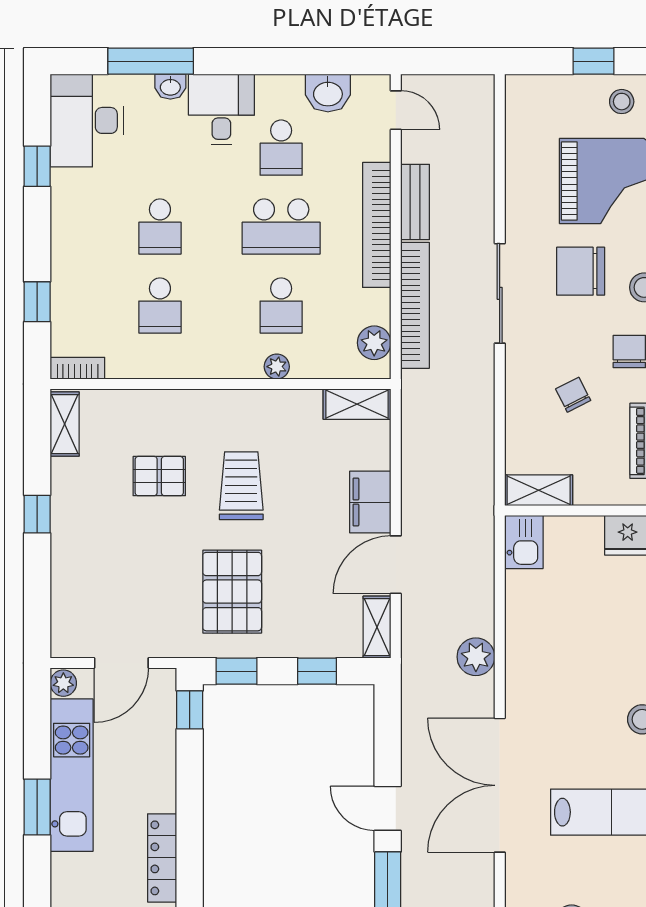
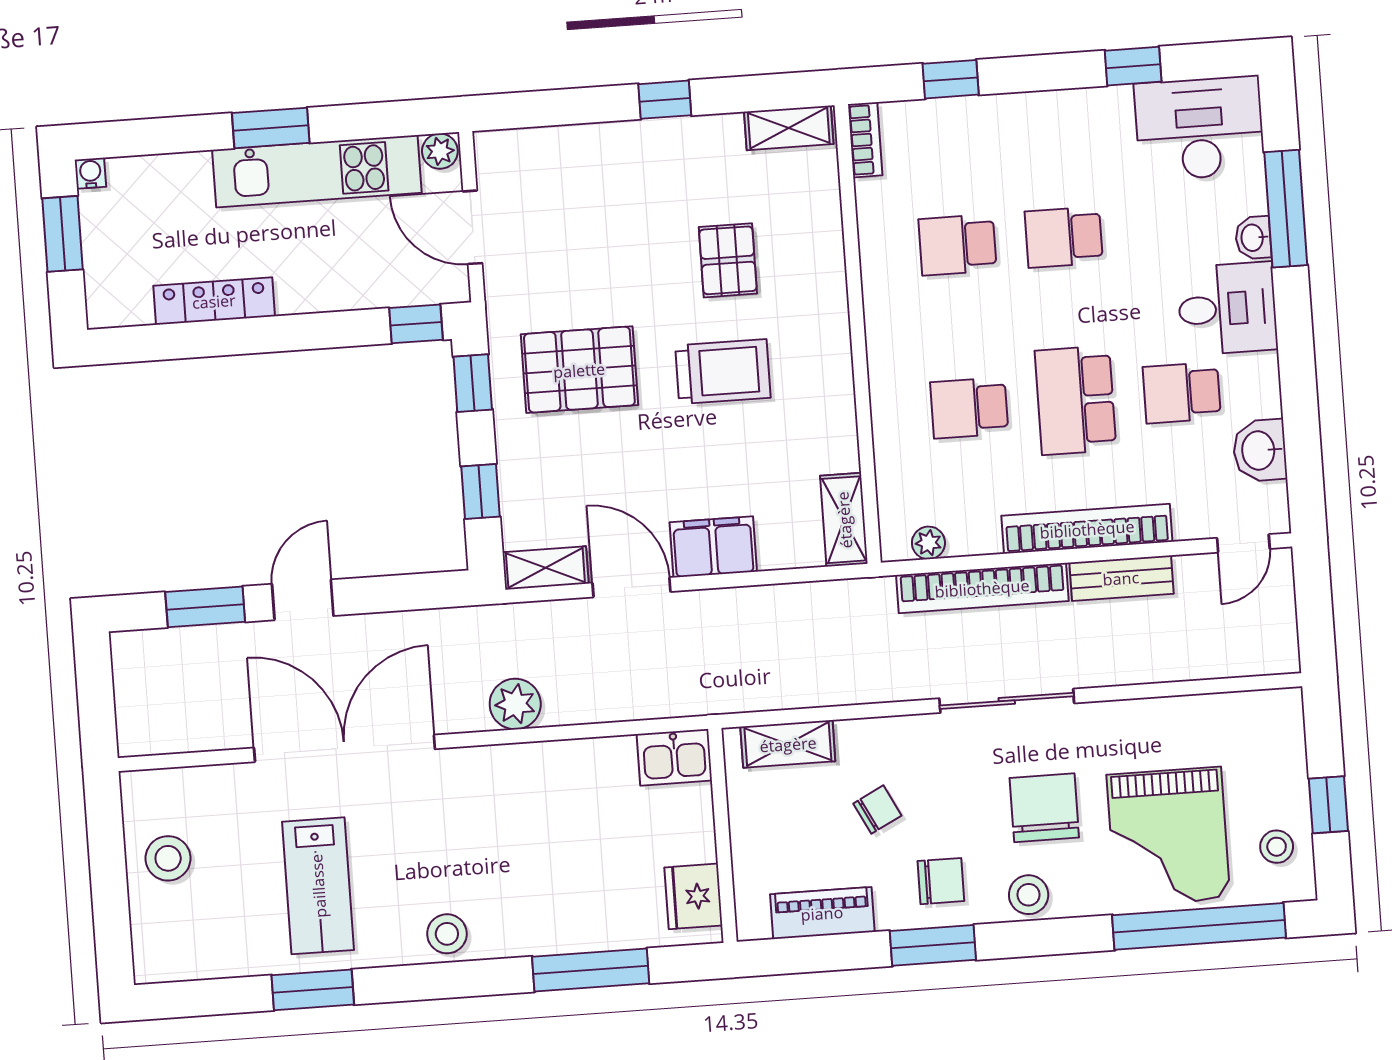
plant: (374, 343) -> (928, 543), width x0.73, depth x0.73
plant: (277, 367) -> (887, 408), removed
shelving: (539, 490) -> (788, 744), moved, turned 90

